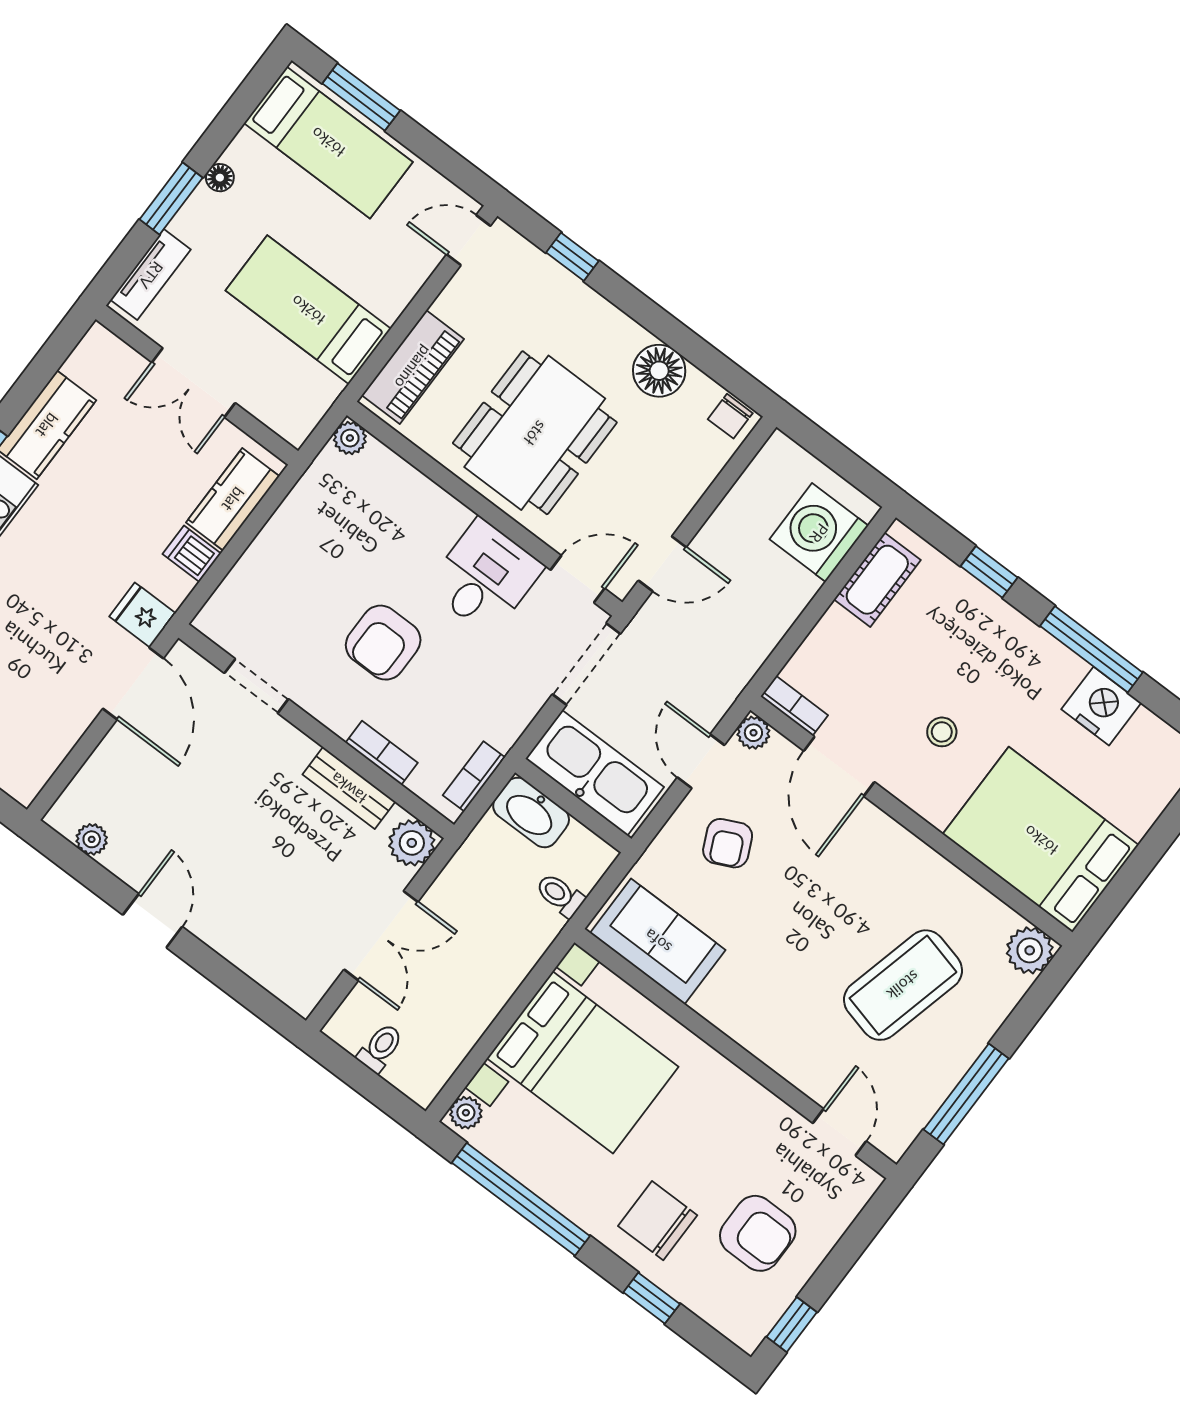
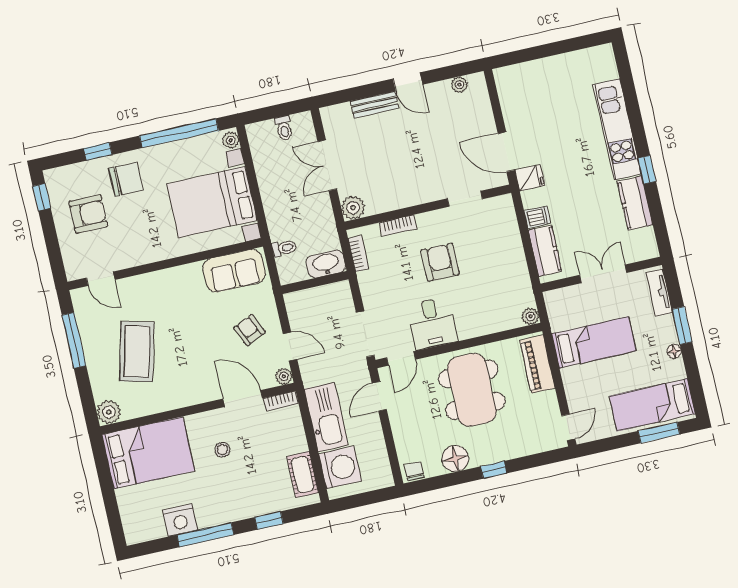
window: (572, 257) -> (494, 470), moved
kitchen sink: (595, 773) -> (326, 417), moved, turned -90
bench: (349, 788) -> (375, 105), moved
armchair: (758, 1233) -> (88, 214), turned 180

